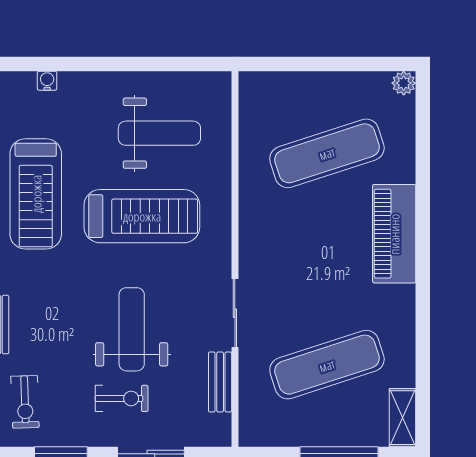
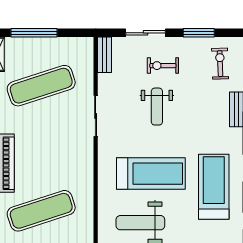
treadmill: (142, 216) -> (151, 174), turned 180
weight bench: (132, 329) -> (157, 107), width x0.73, depth x0.75
bench: (220, 382) -> (105, 55), moved

